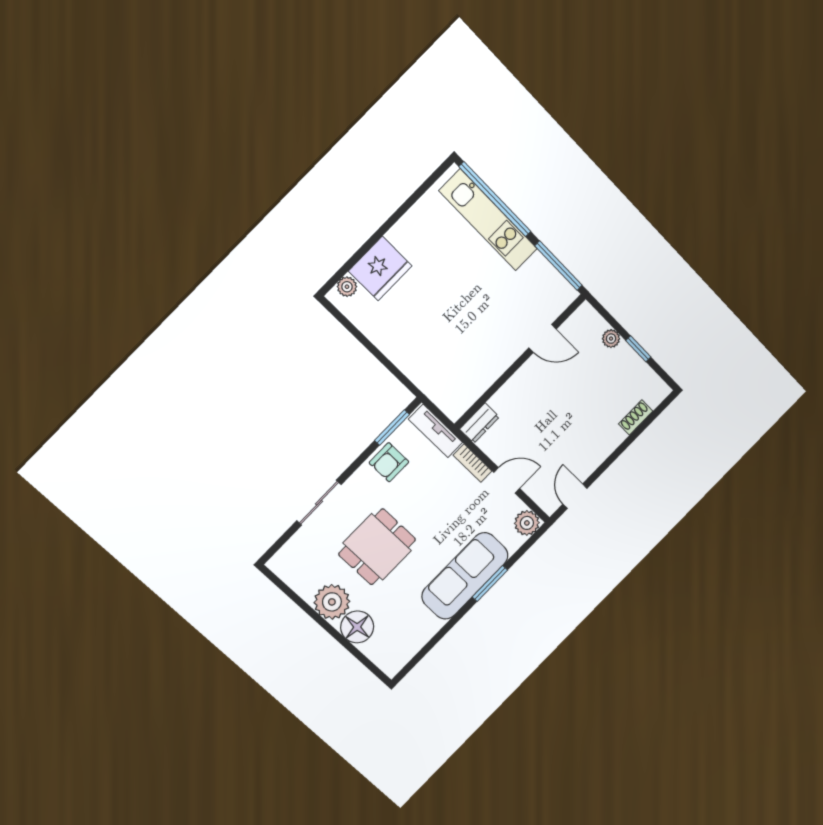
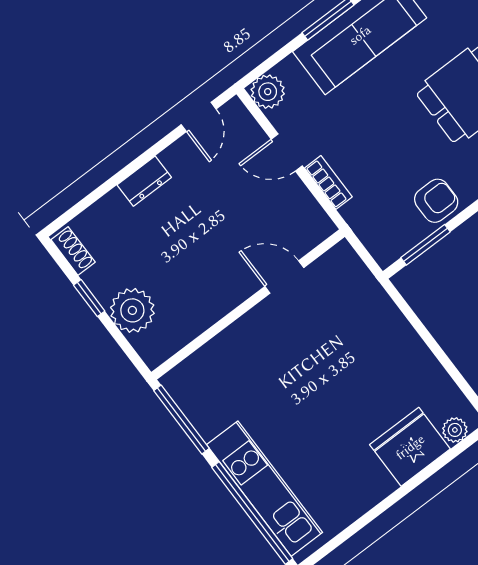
door: (543, 338) -> (284, 277), moved
plant: (611, 339) -> (132, 310), width x1.88, depth x1.88
shoe rack: (636, 417) -> (73, 251), moved, turned -90
dresser: (480, 423) -> (144, 181), moved, turned 180
tv unit: (436, 431) -> (370, 232), removed

